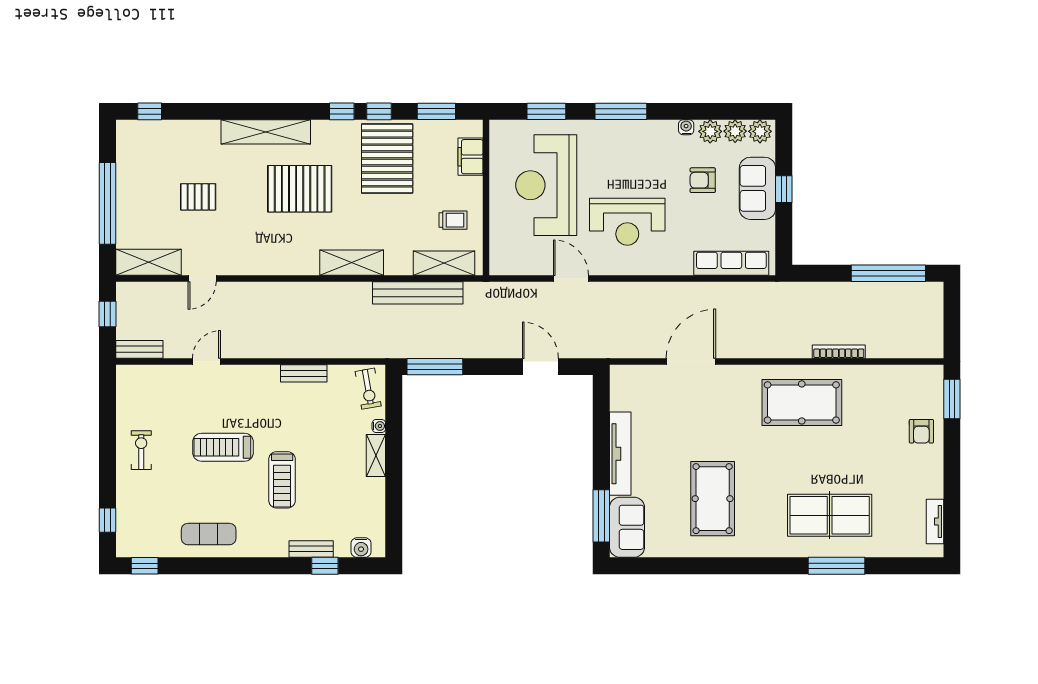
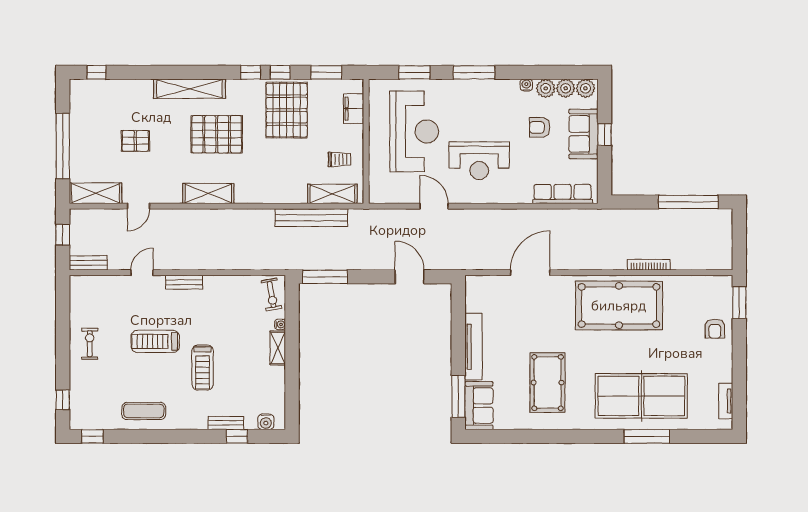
reception desk: (546, 185) -> (414, 131), turned 180
shelving: (352, 263) -> (208, 193), moved
bench: (304, 373) -> (184, 282), moved
pool table: (802, 402) -> (619, 306), width x1.36, depth x1.32
table tennis table: (830, 515) -> (641, 396), width x1.36, depth x1.32

